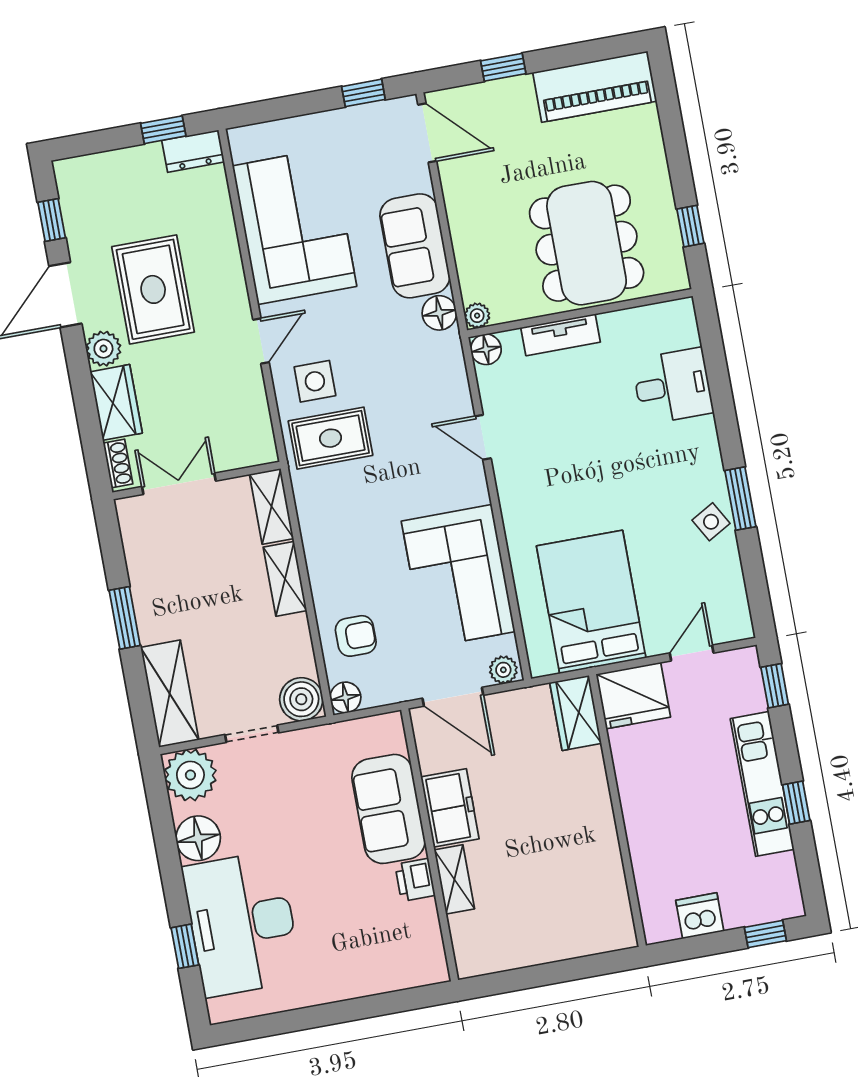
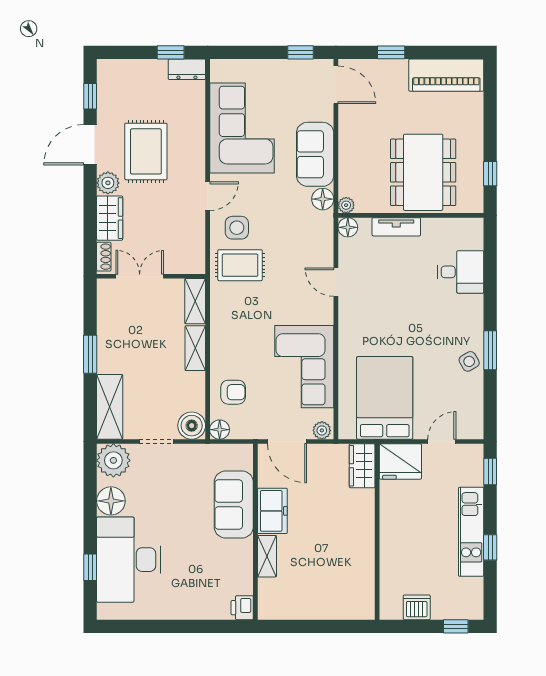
printer: (415, 880) -> (242, 608), moved

